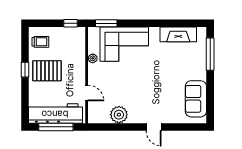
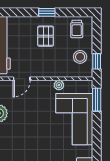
stool: (66, 39) -> (80, 57), added
pallet: (47, 71) -> (46, 36), width x0.67, depth x0.71

